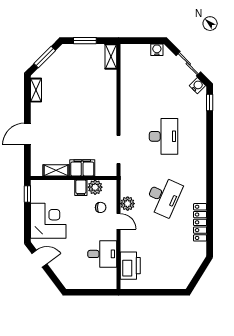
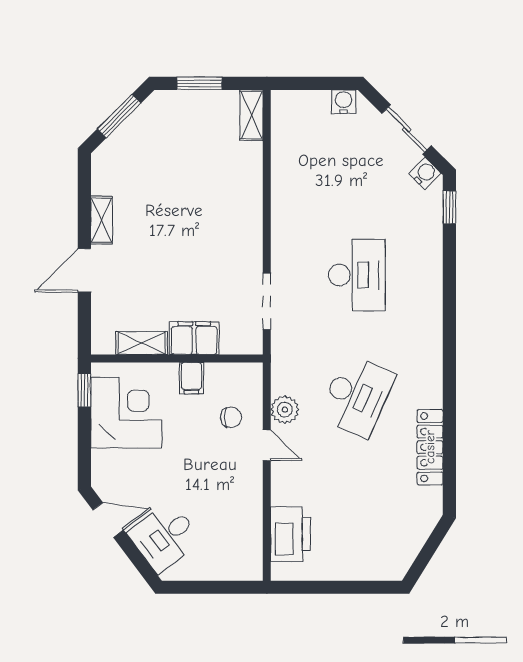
shelving: (36, 90) -> (102, 220), moved
plant: (95, 187) -> (220, 377), removed
corner desk: (48, 221) -> (126, 413), moved
desk: (102, 254) -> (165, 537), moved, turned 143

